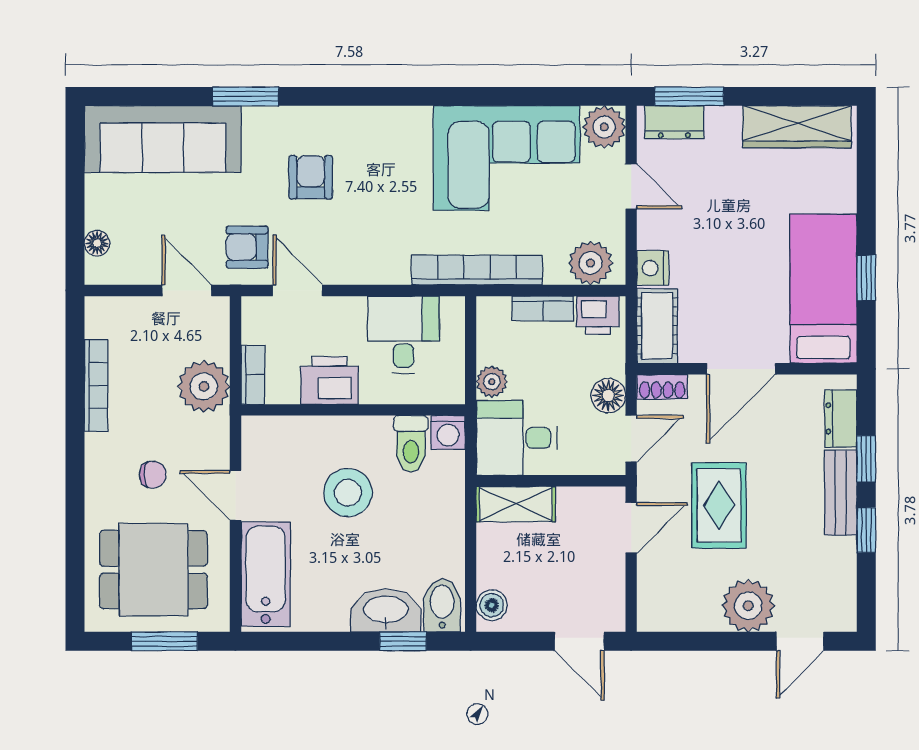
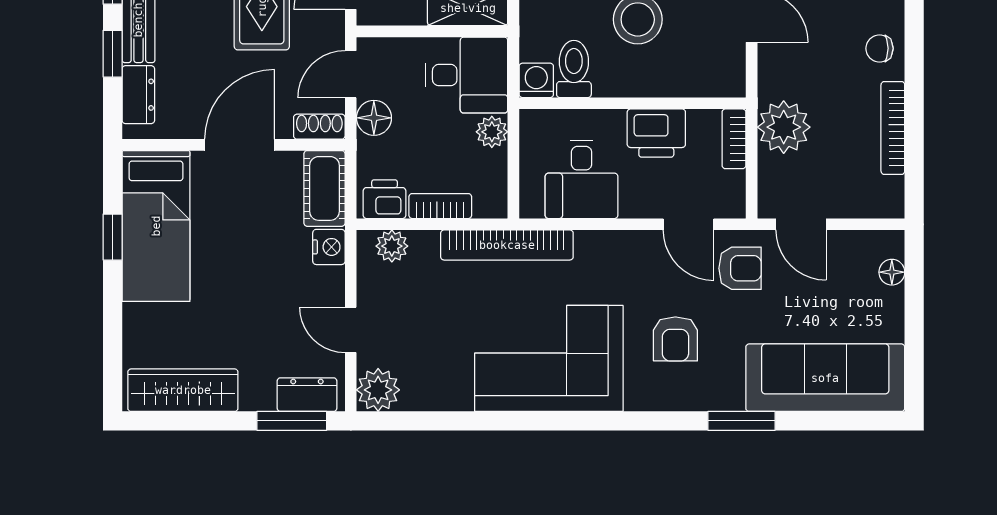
corner sofa: (507, 158) -> (549, 358), moved
plant: (591, 263) -> (392, 246), width x0.73, depth x0.73
chair: (153, 475) -> (880, 48), moved

